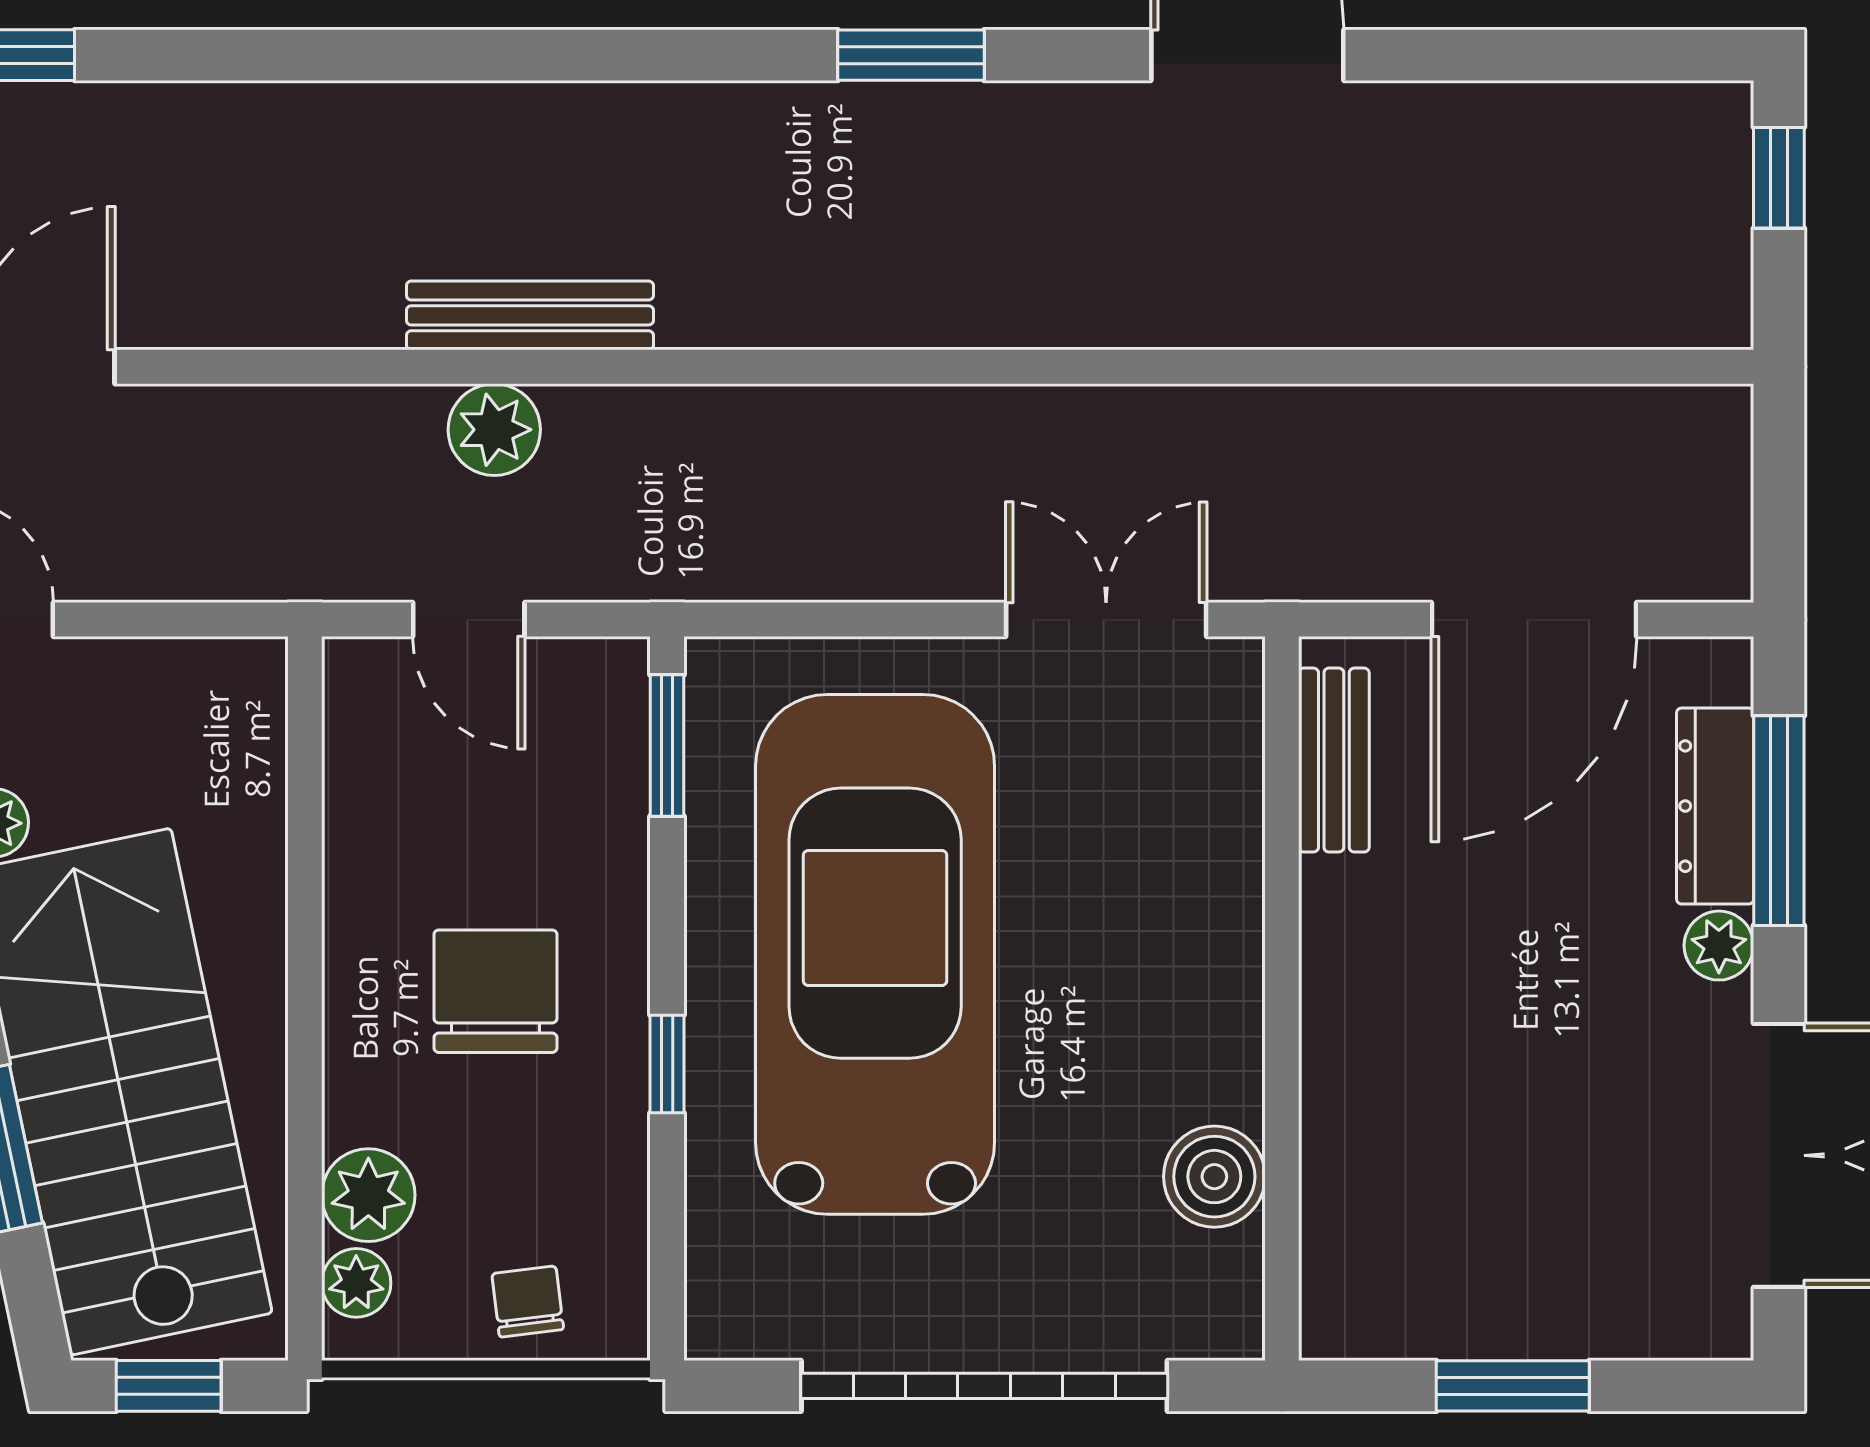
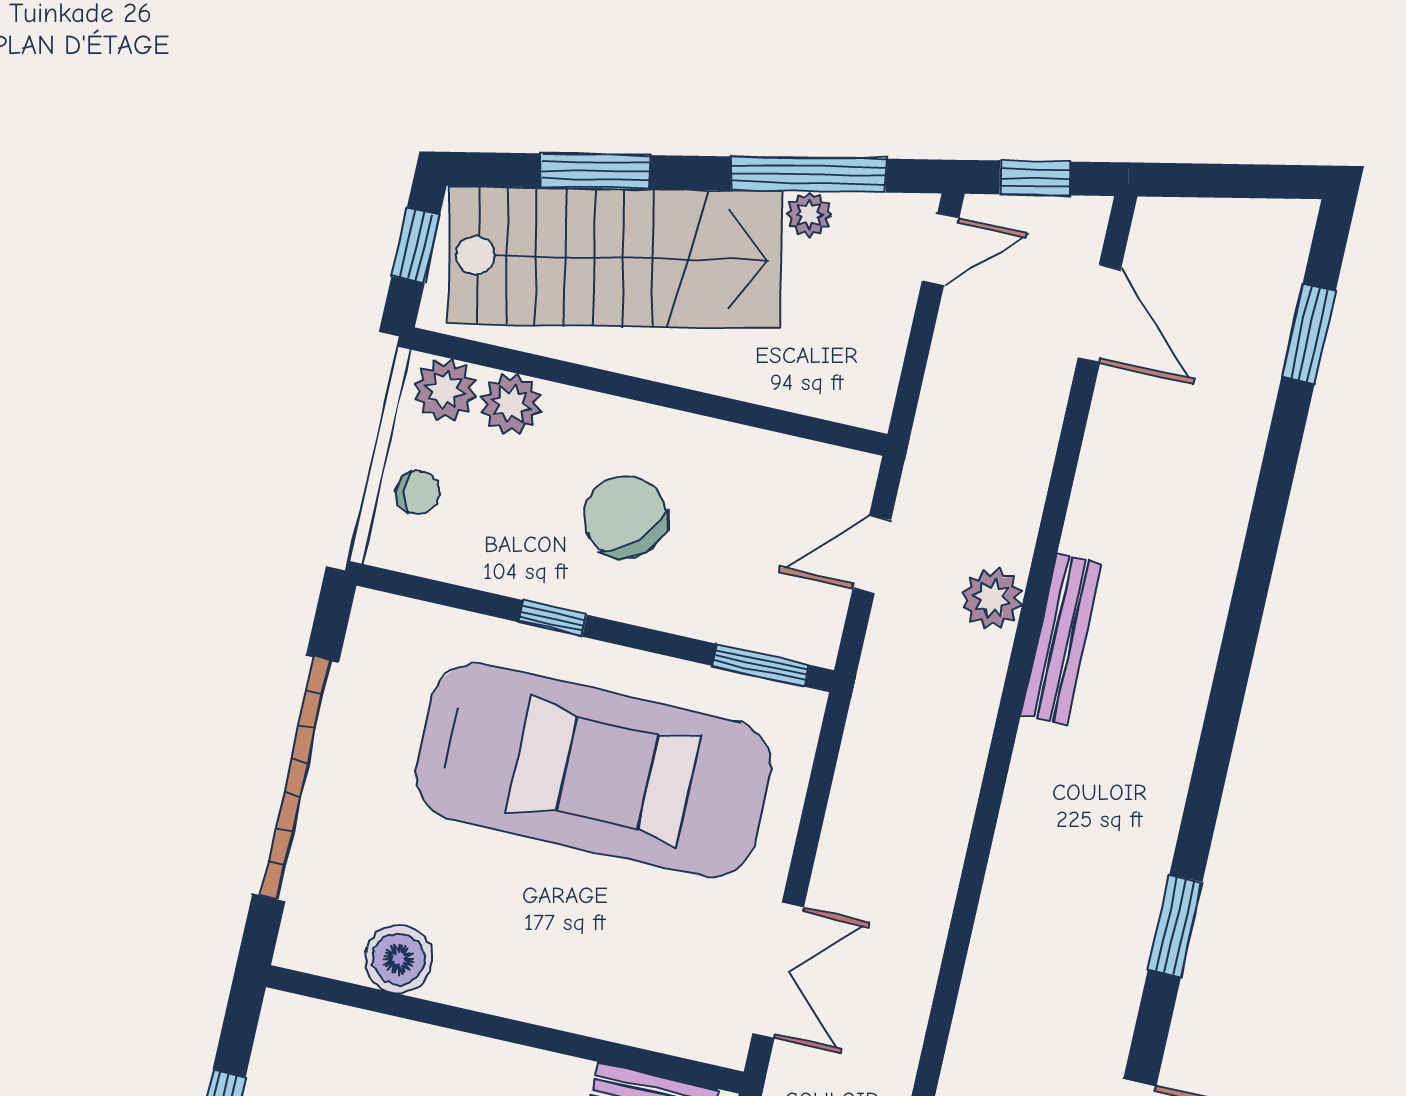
chair: (495, 991) -> (625, 517), turned -134
plant: (356, 1283) -> (445, 390), width x1.38, depth x1.38

